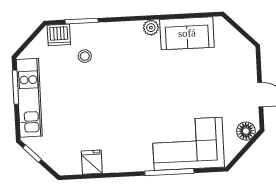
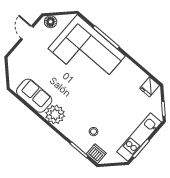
plant: (151, 28) -> (55, 114), width x1.87, depth x1.87
corner sofa: (188, 144) -> (87, 52), width x1.36, depth x1.36
fridge: (92, 162) -> (150, 87), moved

